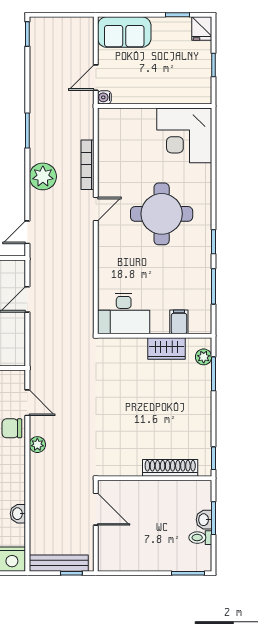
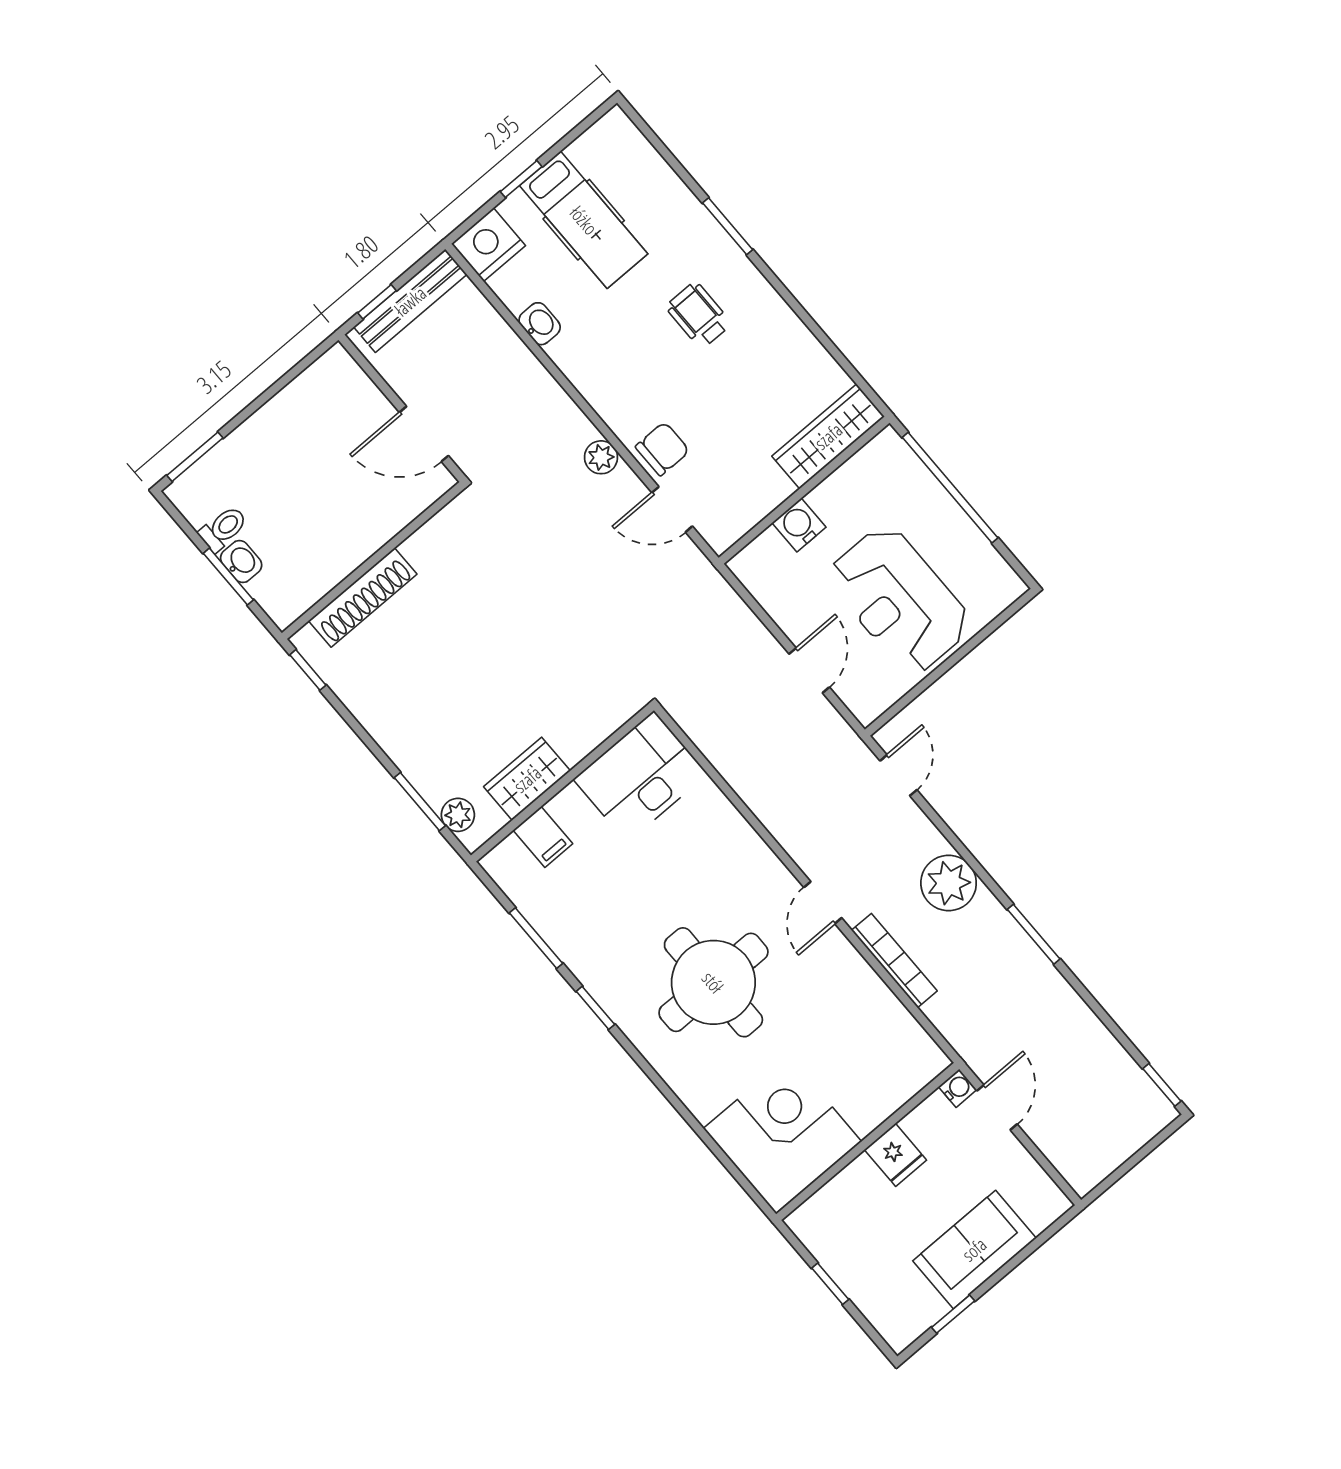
fridge: (202, 29) -> (895, 1155), moved, turned 180
sofa: (124, 32) -> (974, 1249), moved

